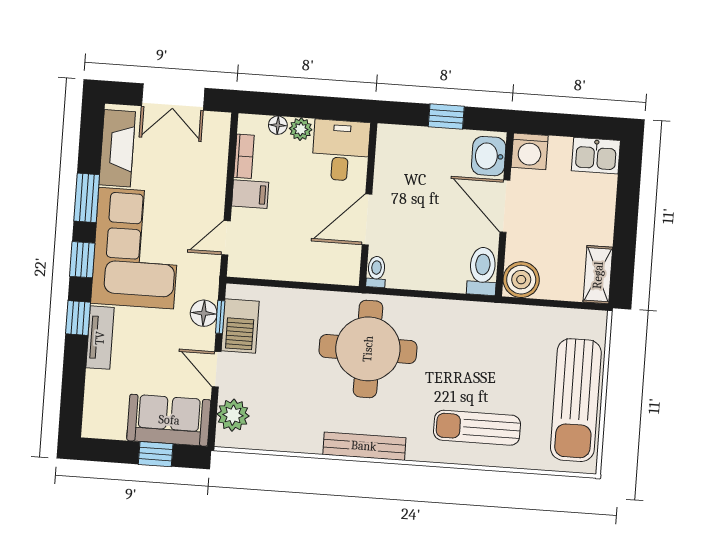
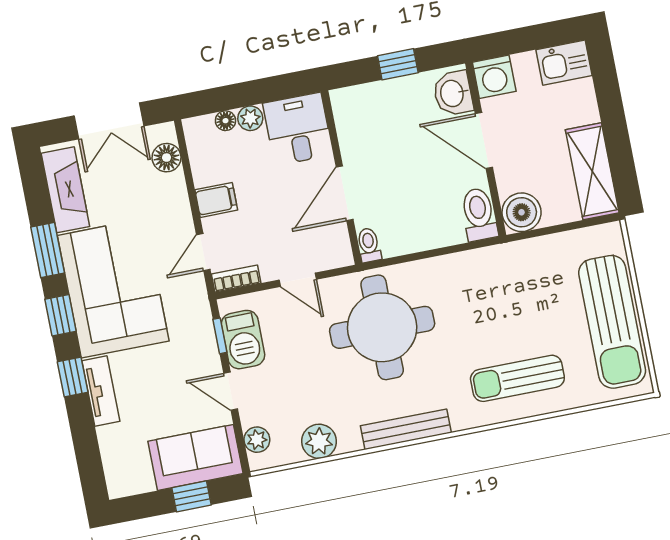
bookcase: (244, 156) -> (236, 278), moved, turned -90
shelving: (598, 275) -> (592, 171), width x1.50, depth x1.33
door: (304, 286) -> (298, 280), added
floor lamp: (204, 313) -> (167, 158), moved
plant: (233, 415) -> (257, 440), width x0.73, depth x0.73
plant: (284, 436) -> (319, 441), added

